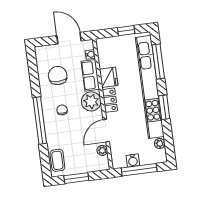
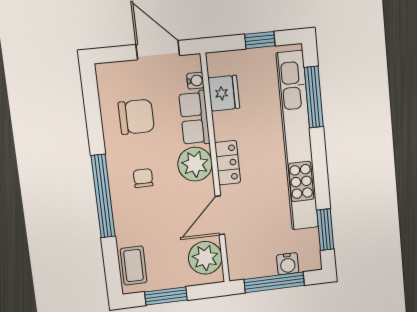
chair: (58, 75) -> (136, 117), turned 90
fridge: (109, 77) -> (224, 93), moved
window: (164, 107) -> (325, 230), moved
plant: (160, 143) -> (311, 238), removed
plant: (102, 150) -> (205, 258), width x1.88, depth x1.88
water cooler: (133, 160) -> (288, 264), moved

